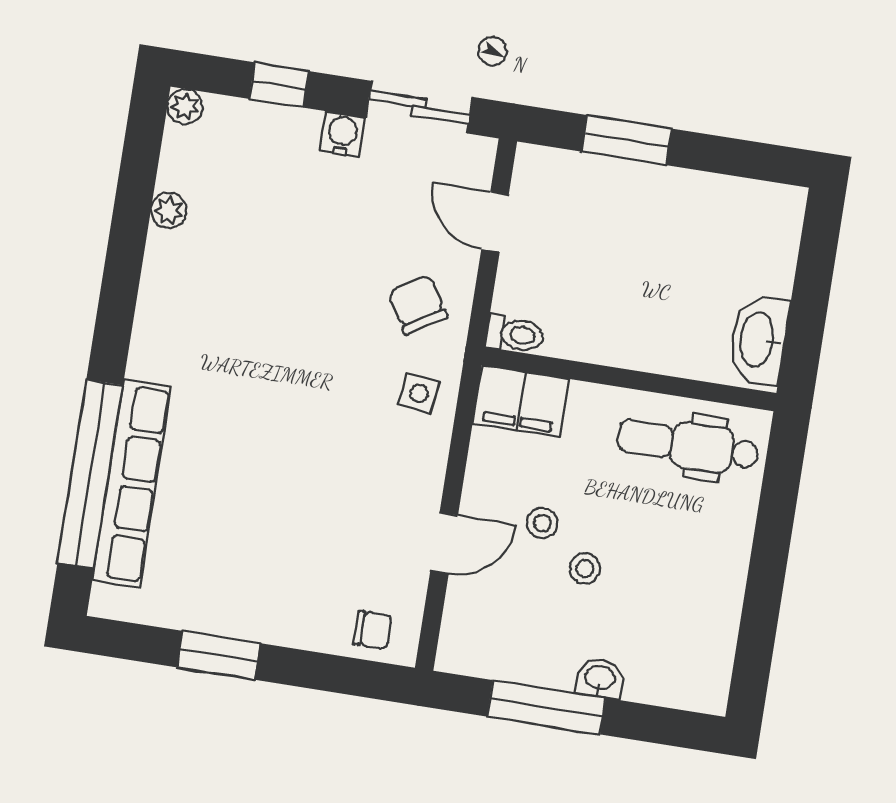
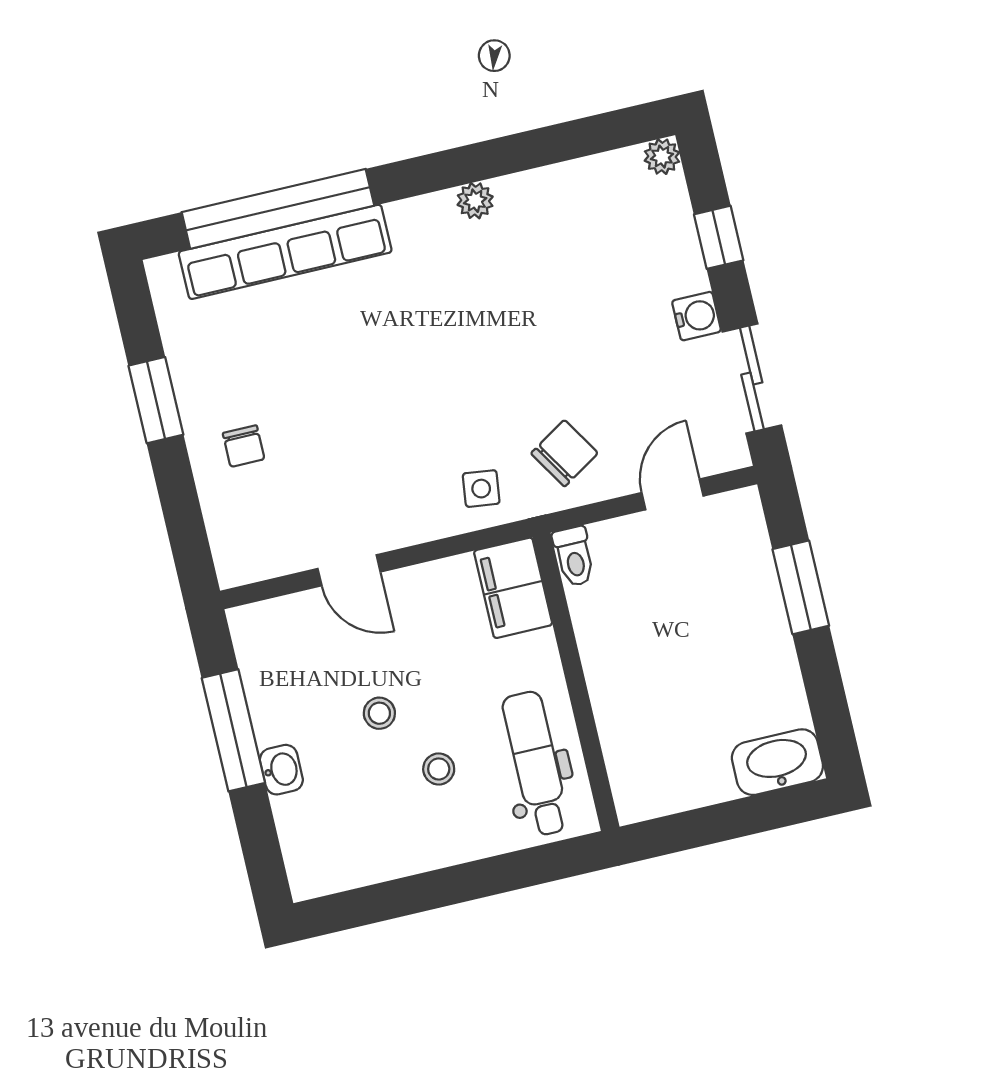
plant: (169, 210) -> (475, 201), moved
washbasin: (758, 340) -> (777, 762), moved
stool: (542, 523) -> (439, 769), moved
chair: (373, 630) -> (244, 446), moved

